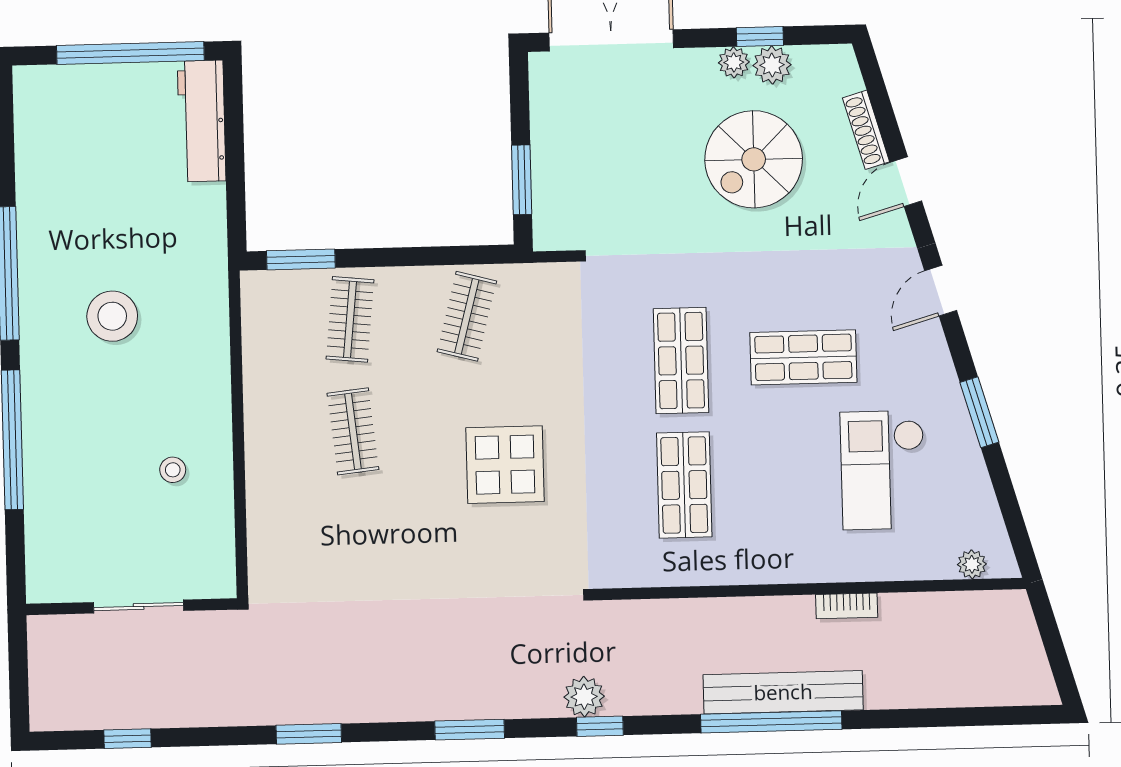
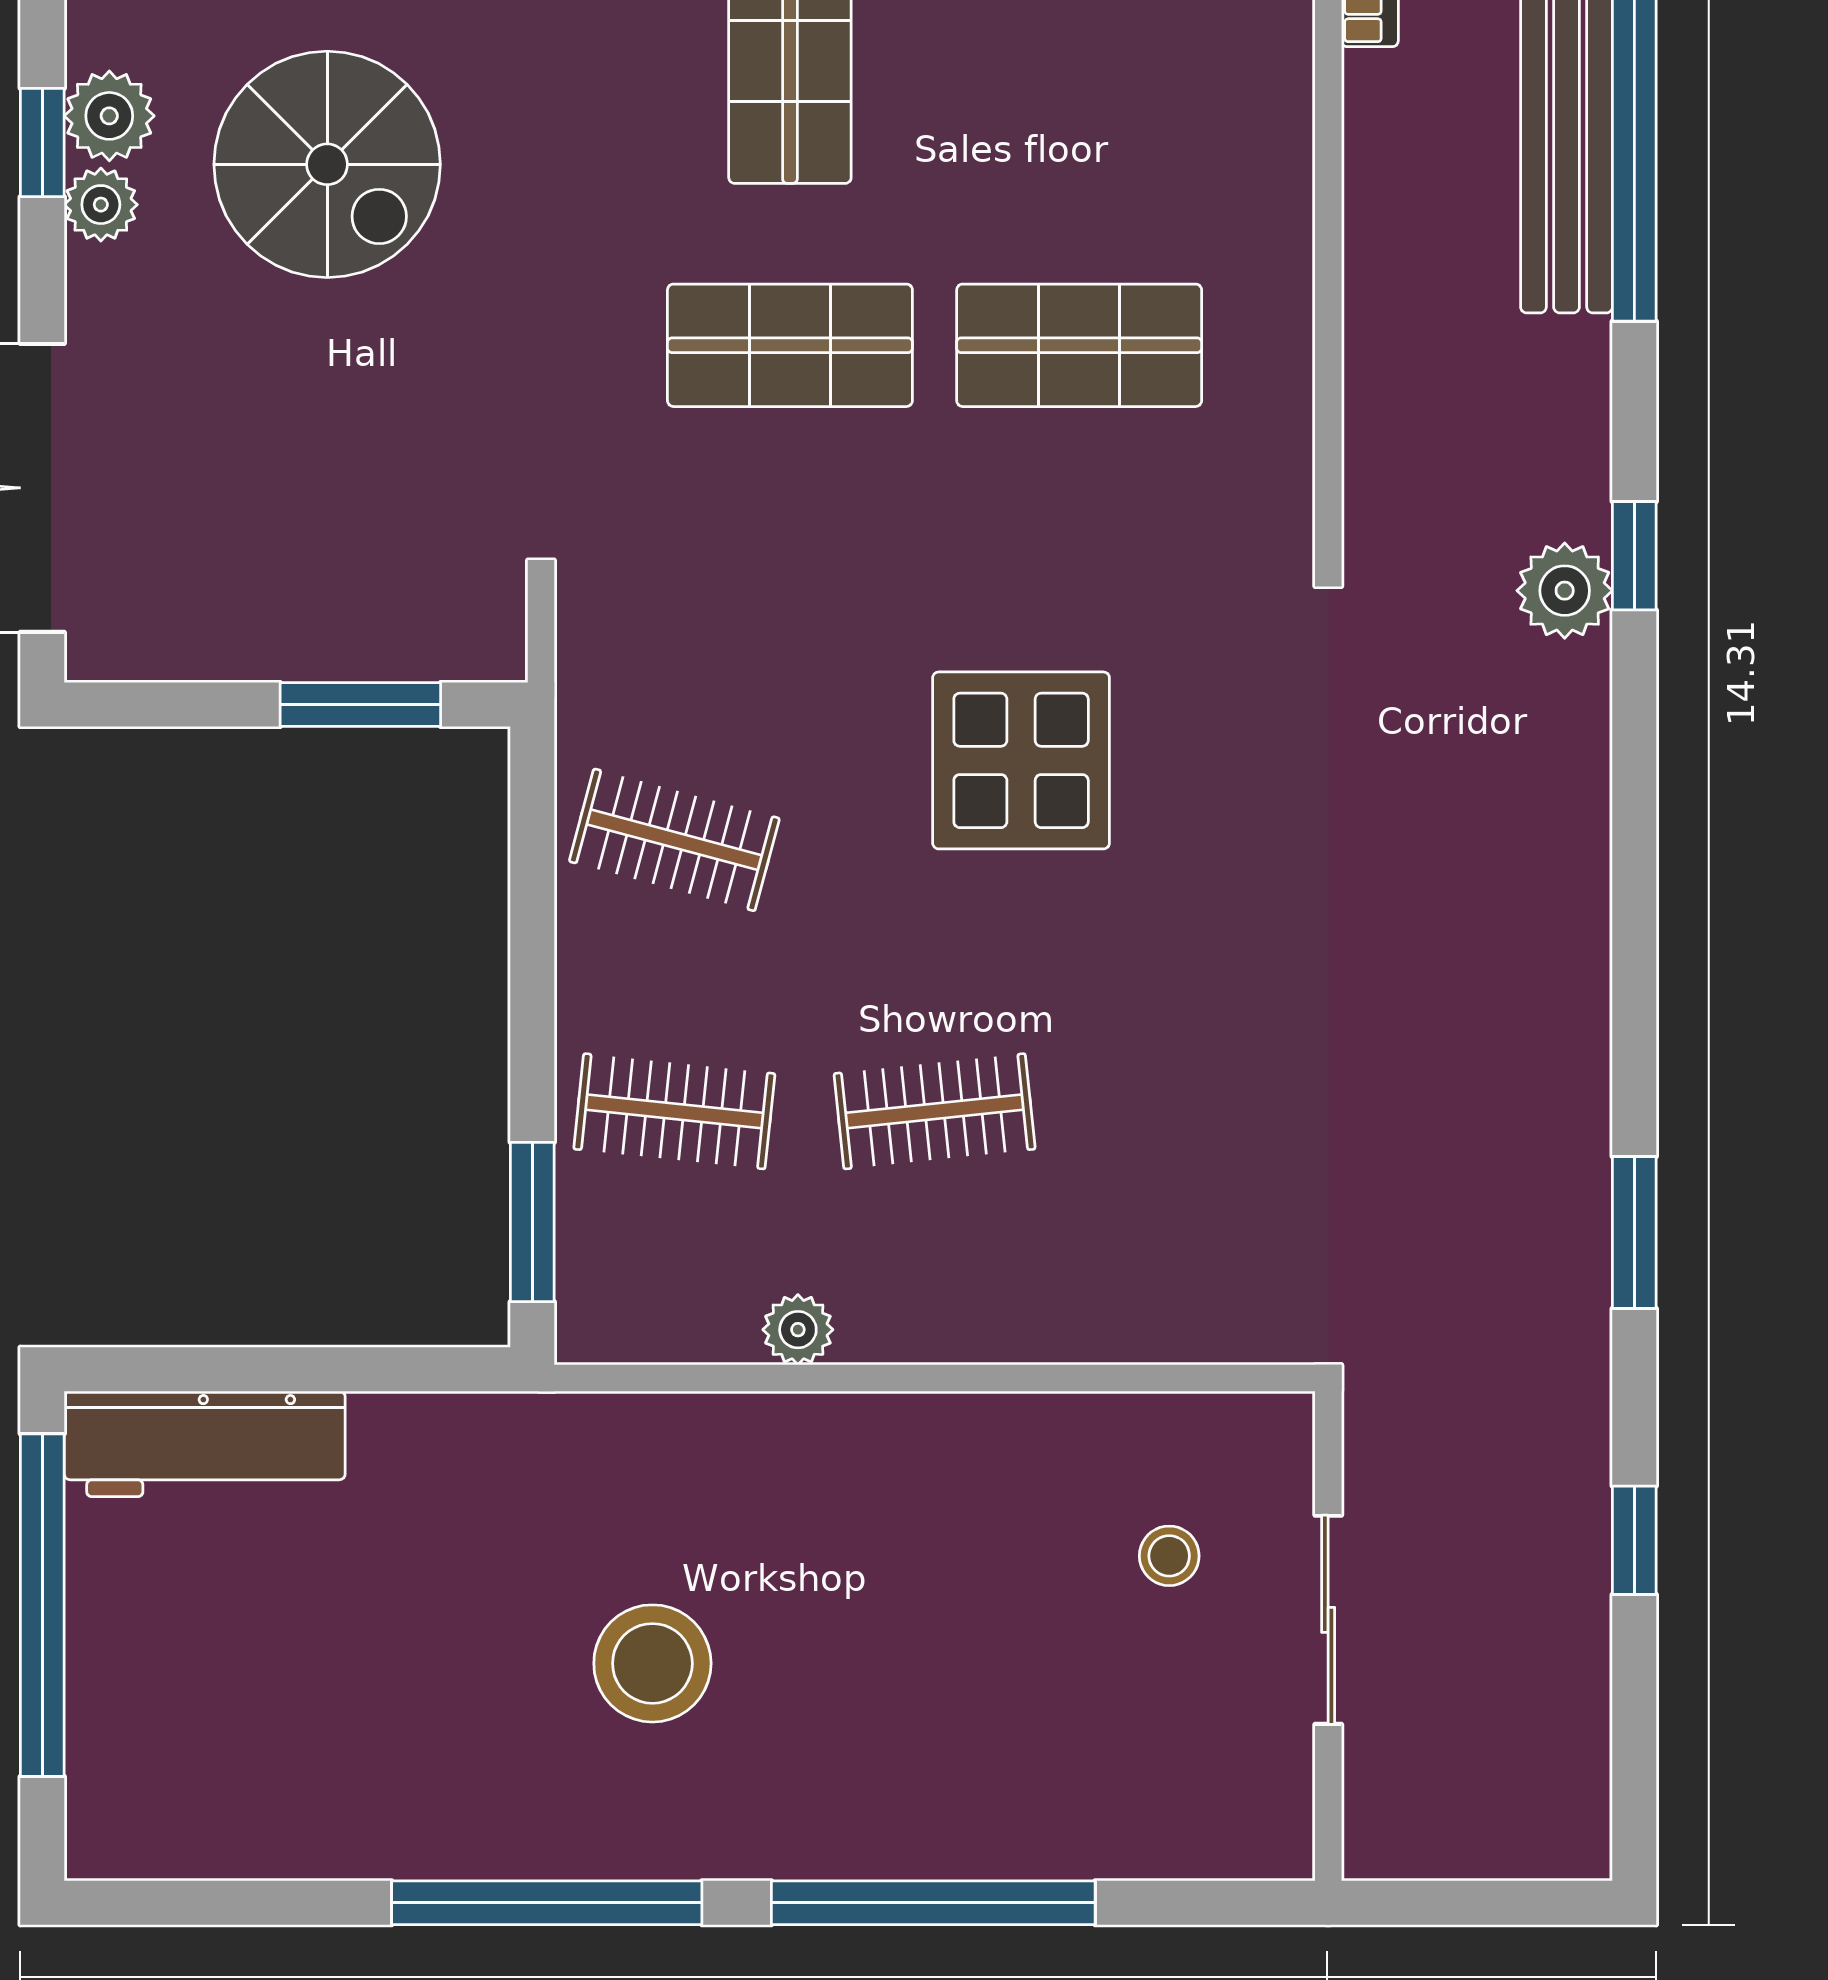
plant: (257, 375) -> (798, 1330), added
stool: (173, 470) -> (1169, 1556), moved
window: (470, 730) -> (1634, 858), removed
window: (127, 739) -> (1634, 1540), moved

